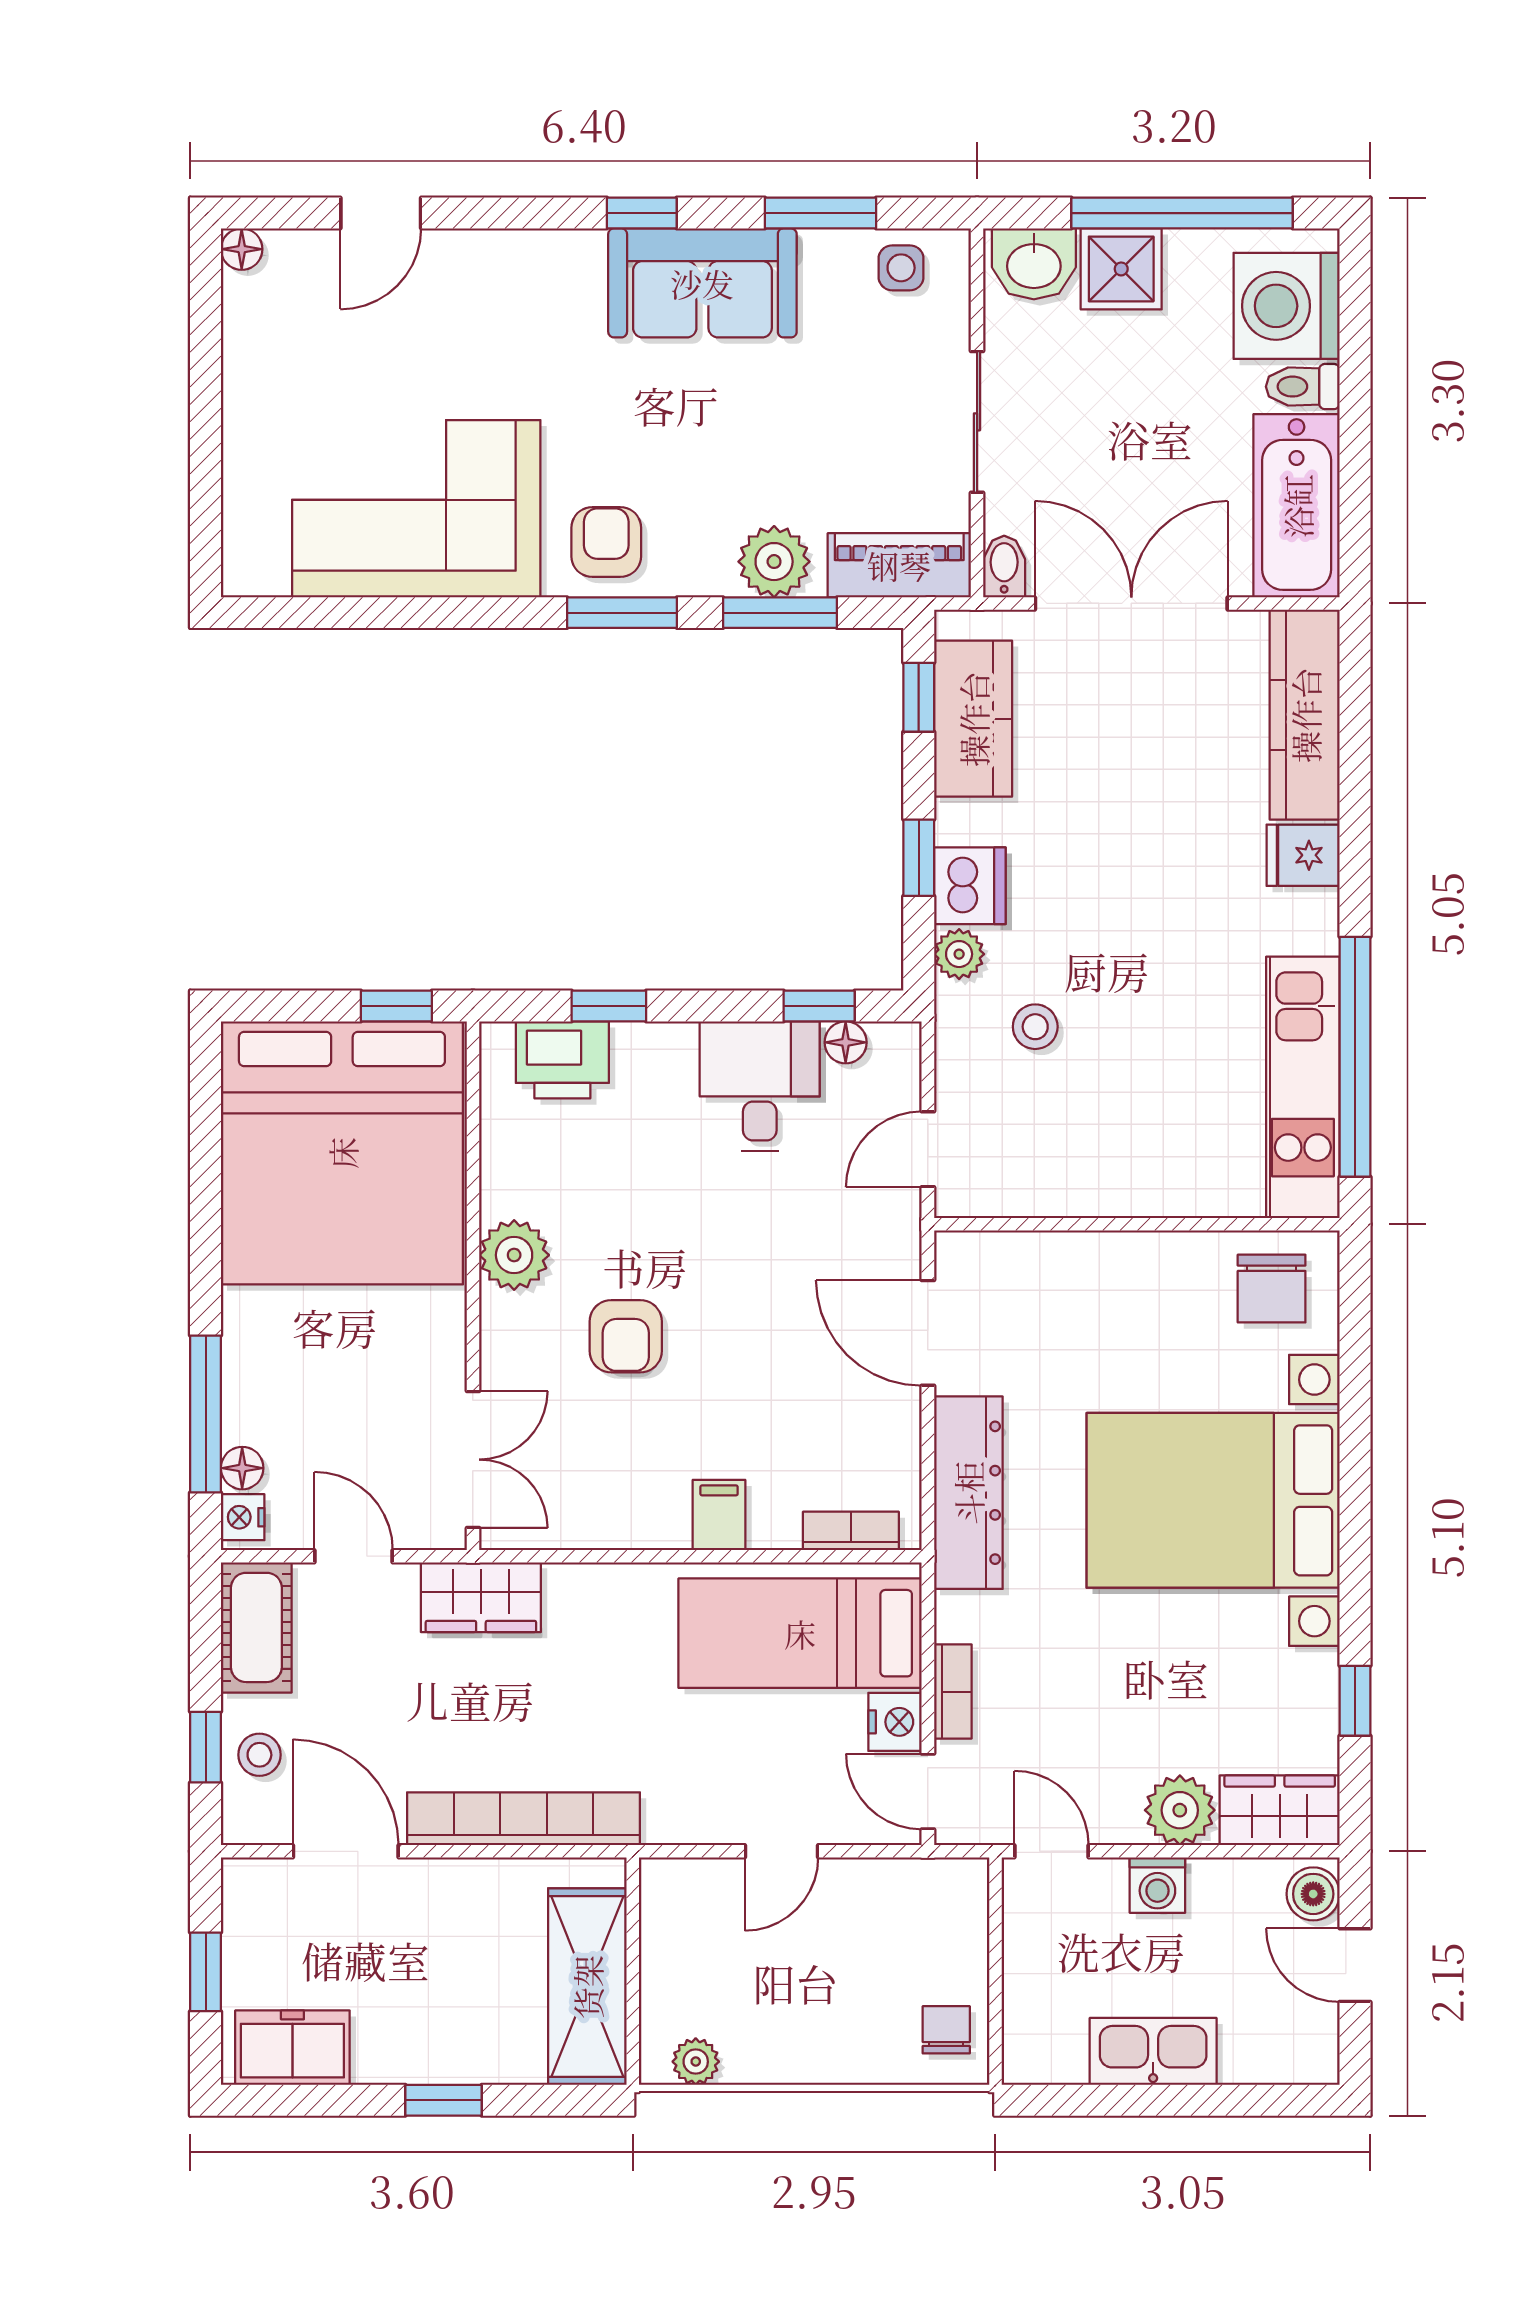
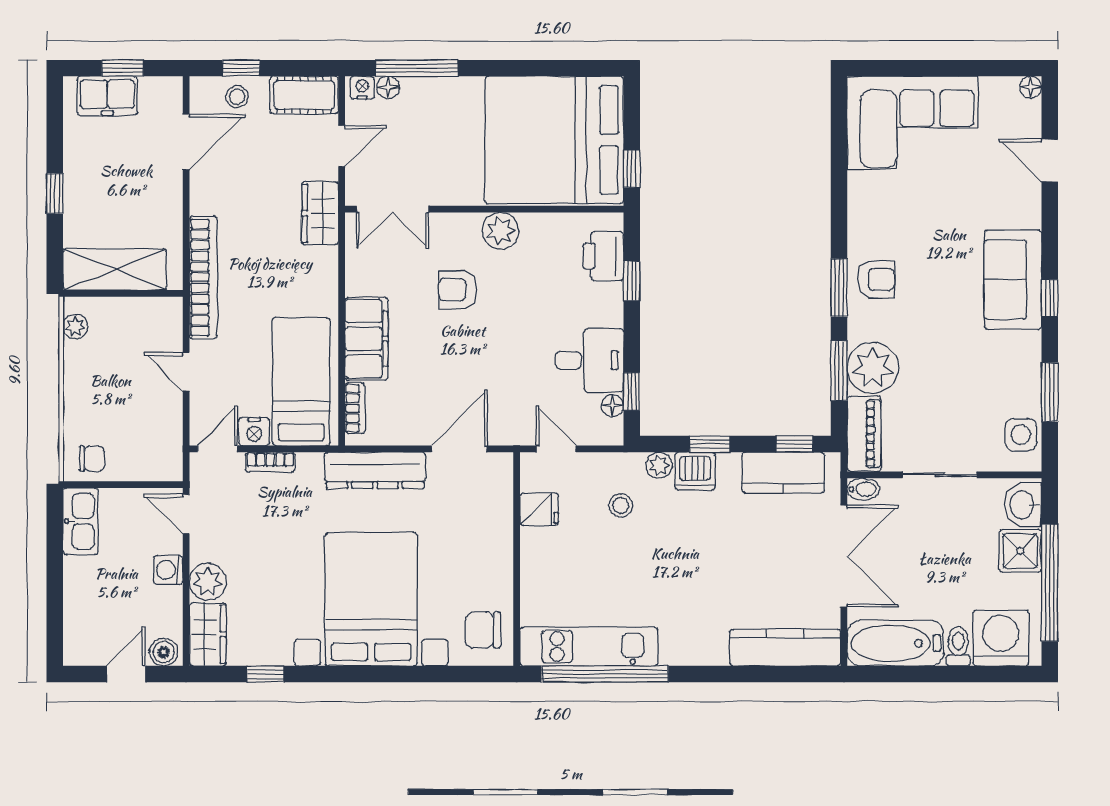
side table: (901, 268) -> (1021, 435), width x1.37, depth x1.37
sofa: (702, 283) -> (1013, 280), moved
corner sofa: (416, 509) -> (913, 123), moved, turned 90
plant: (774, 562) -> (873, 368), width x1.36, depth x1.36
fridge: (1303, 855) -> (539, 509), moved, turned 90
filing cabinet: (719, 1515) -> (366, 339), width x3.00, depth x1.17
bookcase: (524, 1819) -> (203, 277), moved
door: (1051, 1851) -> (186, 514), swing flipped
freezer: (292, 2048) -> (107, 96), moved, turned 90
kitchen sink: (1153, 2051) -> (81, 521), moved

